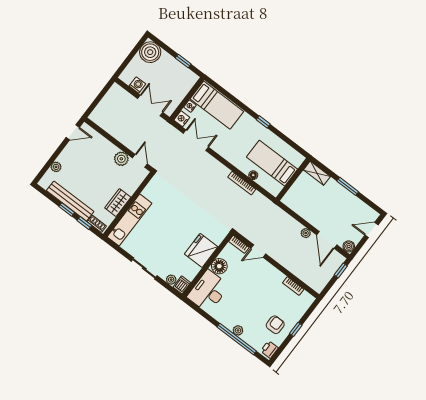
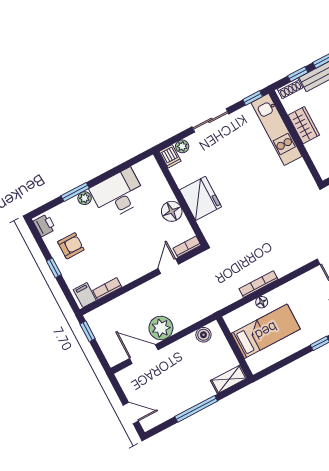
window: (348, 186) -> (196, 409), width x1.44
door: (371, 230) -> (131, 413), hinge flipped
plant: (306, 233) -> (161, 328), width x1.87, depth x1.87
window: (115, 246) -> (253, 98), added
boiler: (349, 246) -> (203, 335), moved
window: (341, 270) -> (88, 331), moved
desk: (208, 291) -> (118, 194), moved, turned -90
filing cabinet: (305, 299) -> (85, 295), added
armchair: (275, 325) -> (71, 246), turned -90
window: (237, 339) -> (75, 192), width x0.47

